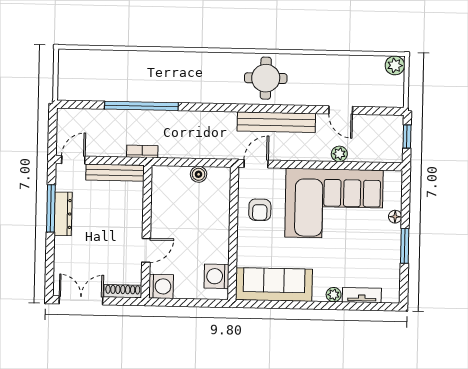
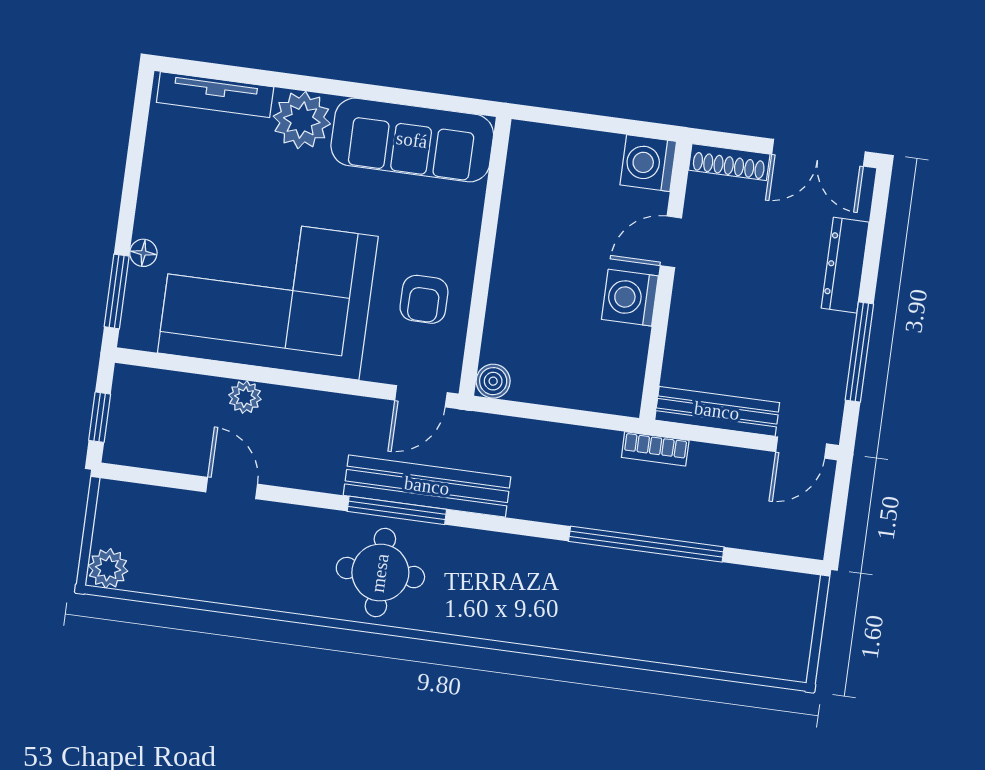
window: (261, 108) -> (397, 510), added
bench: (276, 122) -> (427, 486), moved
boiler: (199, 174) -> (493, 381), moved
armchair: (260, 210) -> (424, 299), turned 180
dresser: (63, 214) -> (845, 265), moved
window: (405, 246) -> (117, 291), moved
washing machine: (217, 276) -> (630, 298), moved, turned 180
plant: (334, 295) -> (302, 120), width x1.87, depth x1.87
tv unit: (362, 295) -> (215, 95), width x1.41

